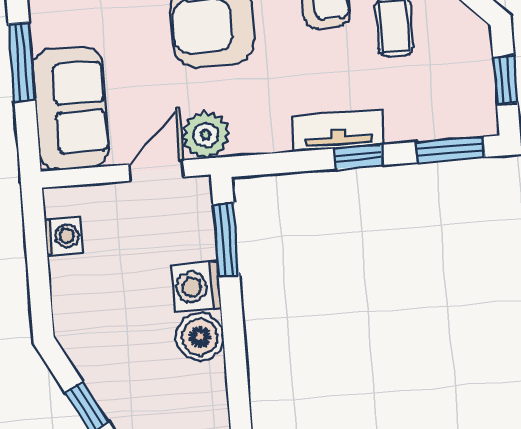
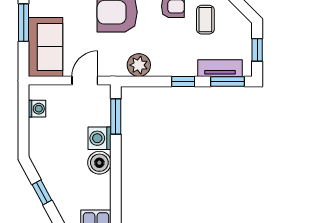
tv unit: (338, 131) -> (220, 68), moved
plant: (206, 135) -> (139, 65), moved

